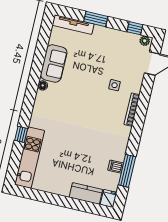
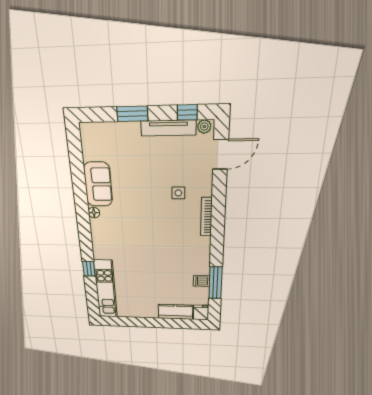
tv unit: (73, 25) -> (168, 128), moved

